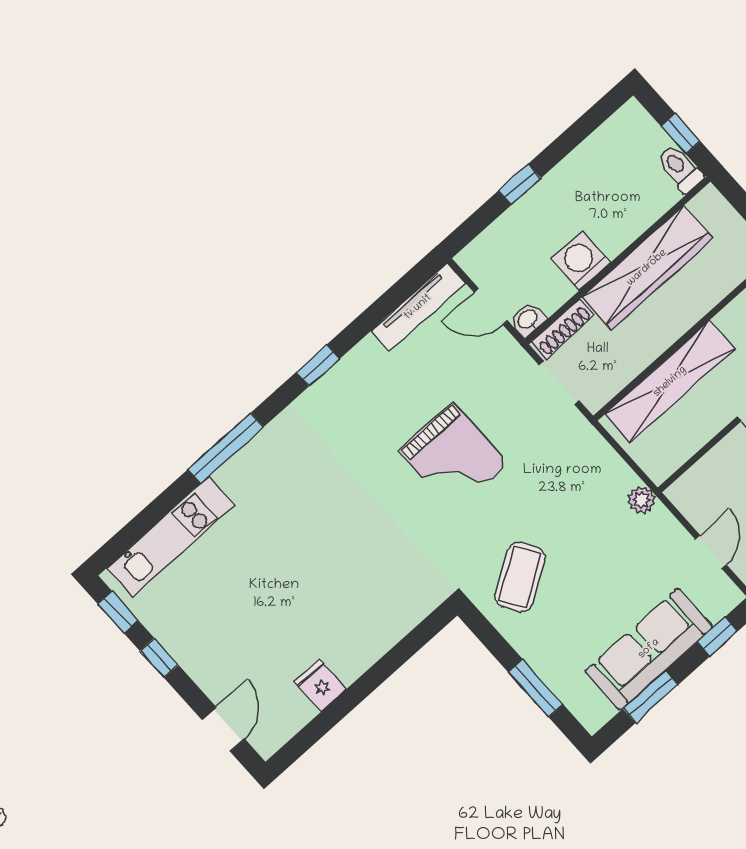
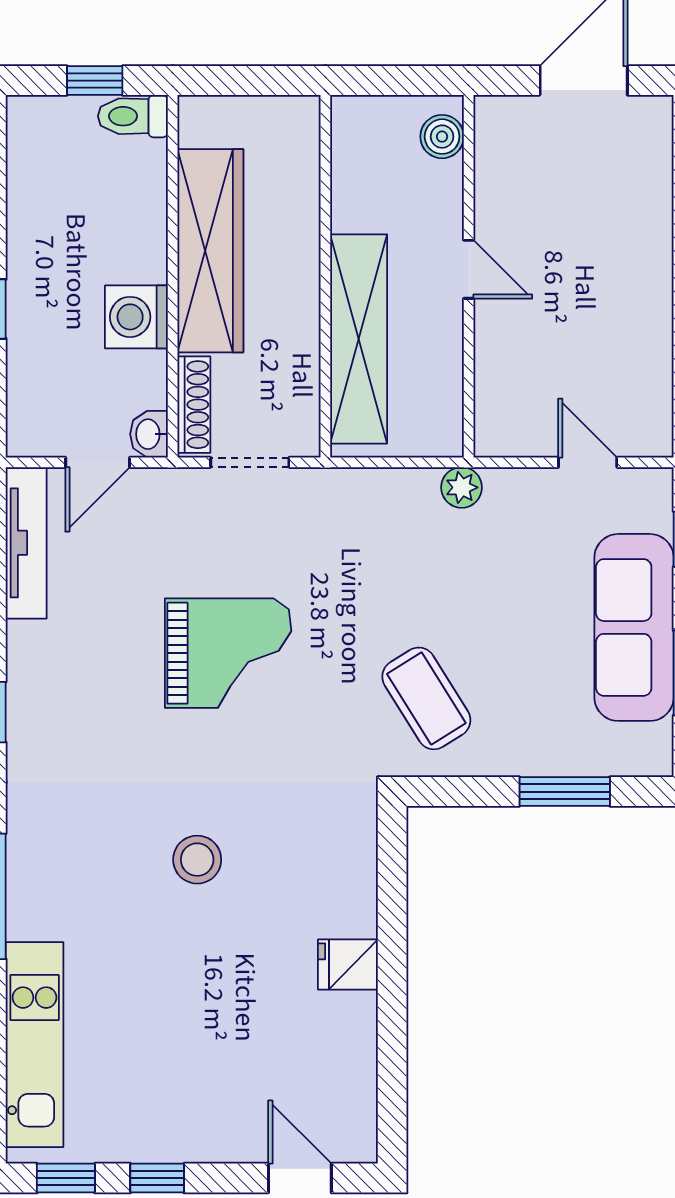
stool: (336, 535) -> (197, 860), added
fridge: (320, 685) -> (348, 964), moved

